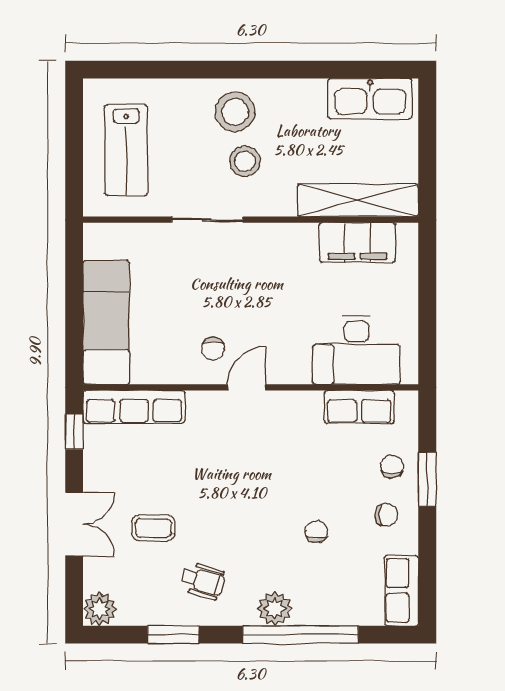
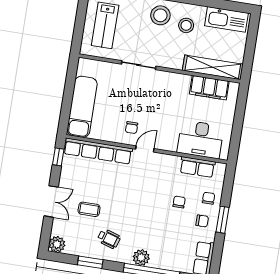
stool: (245, 161) -> (186, 25), moved
row of seats: (134, 407) -> (98, 151), width x1.36
window: (427, 479) -> (223, 220), moved
chair: (316, 532) -> (179, 202), moved

